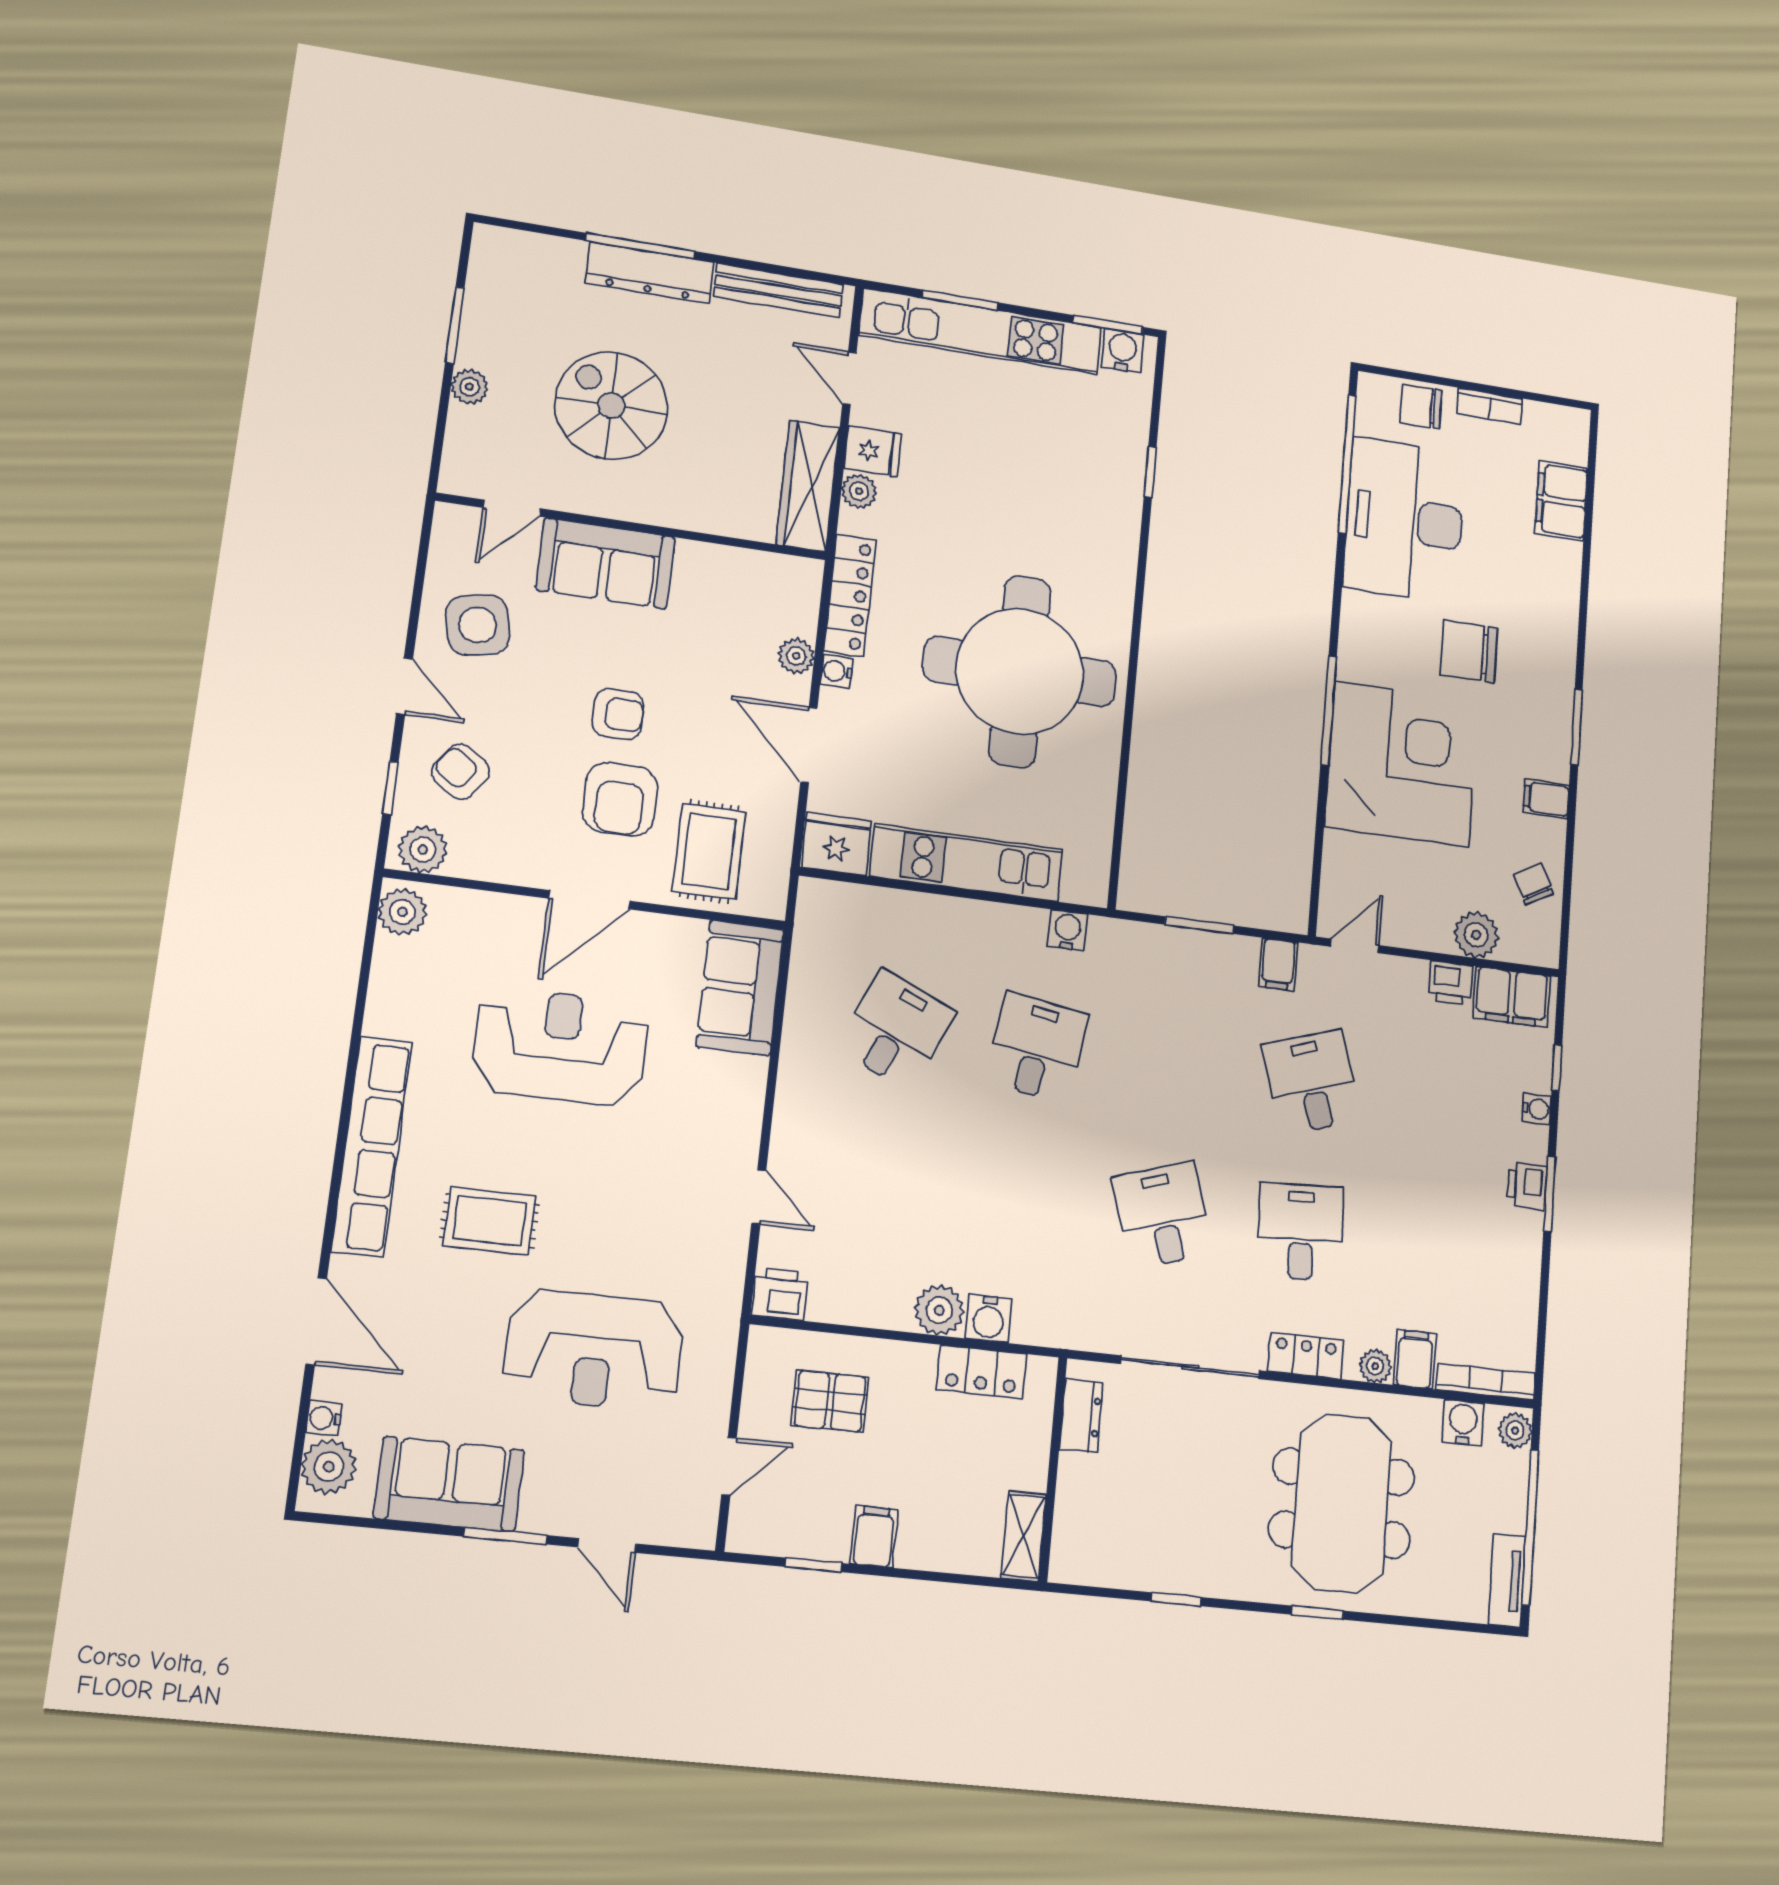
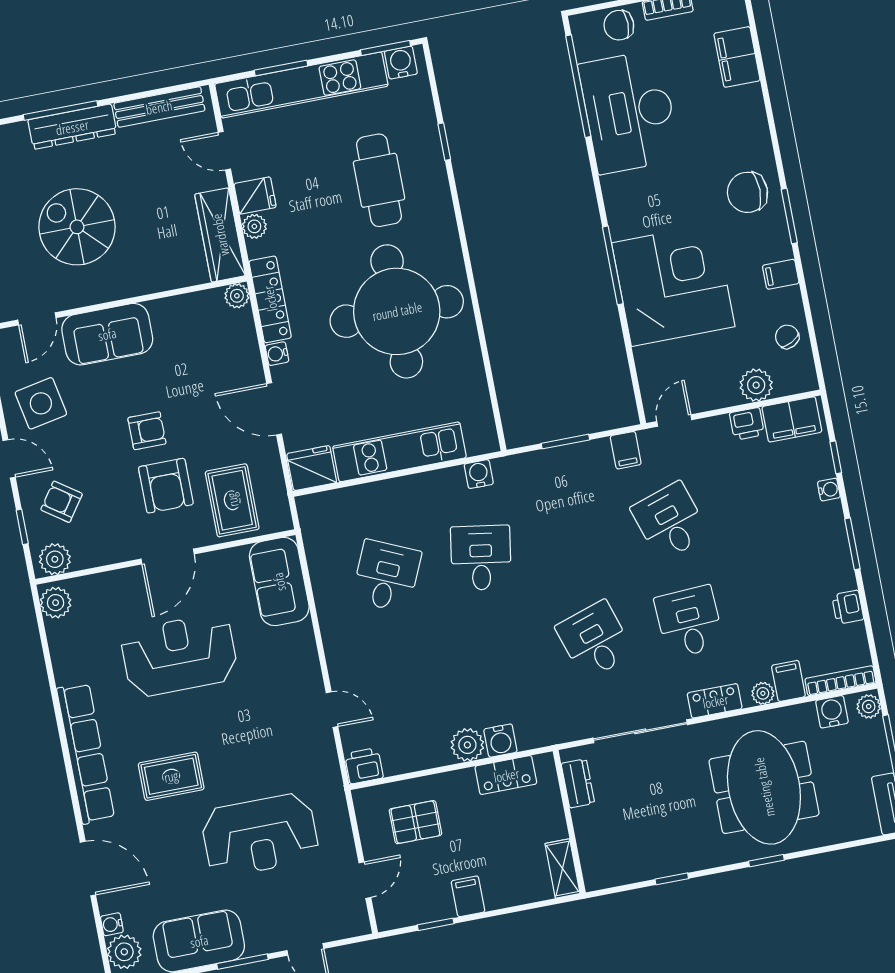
cafe table: (1048, 491) -> (379, 180), added
chair: (1469, 651) -> (748, 192), moved
plant: (796, 656) -> (237, 296), moved
printer: (1527, 1186) -> (848, 607), moved

